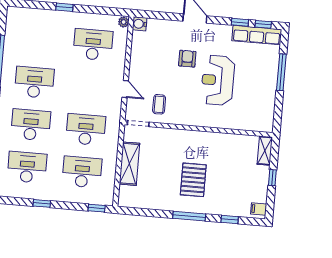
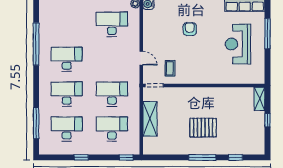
reception desk: (218, 80) -> (238, 44), moved
pallet: (193, 180) -> (203, 128), turned 90
filing cabinet: (259, 209) -> (259, 147), removed

